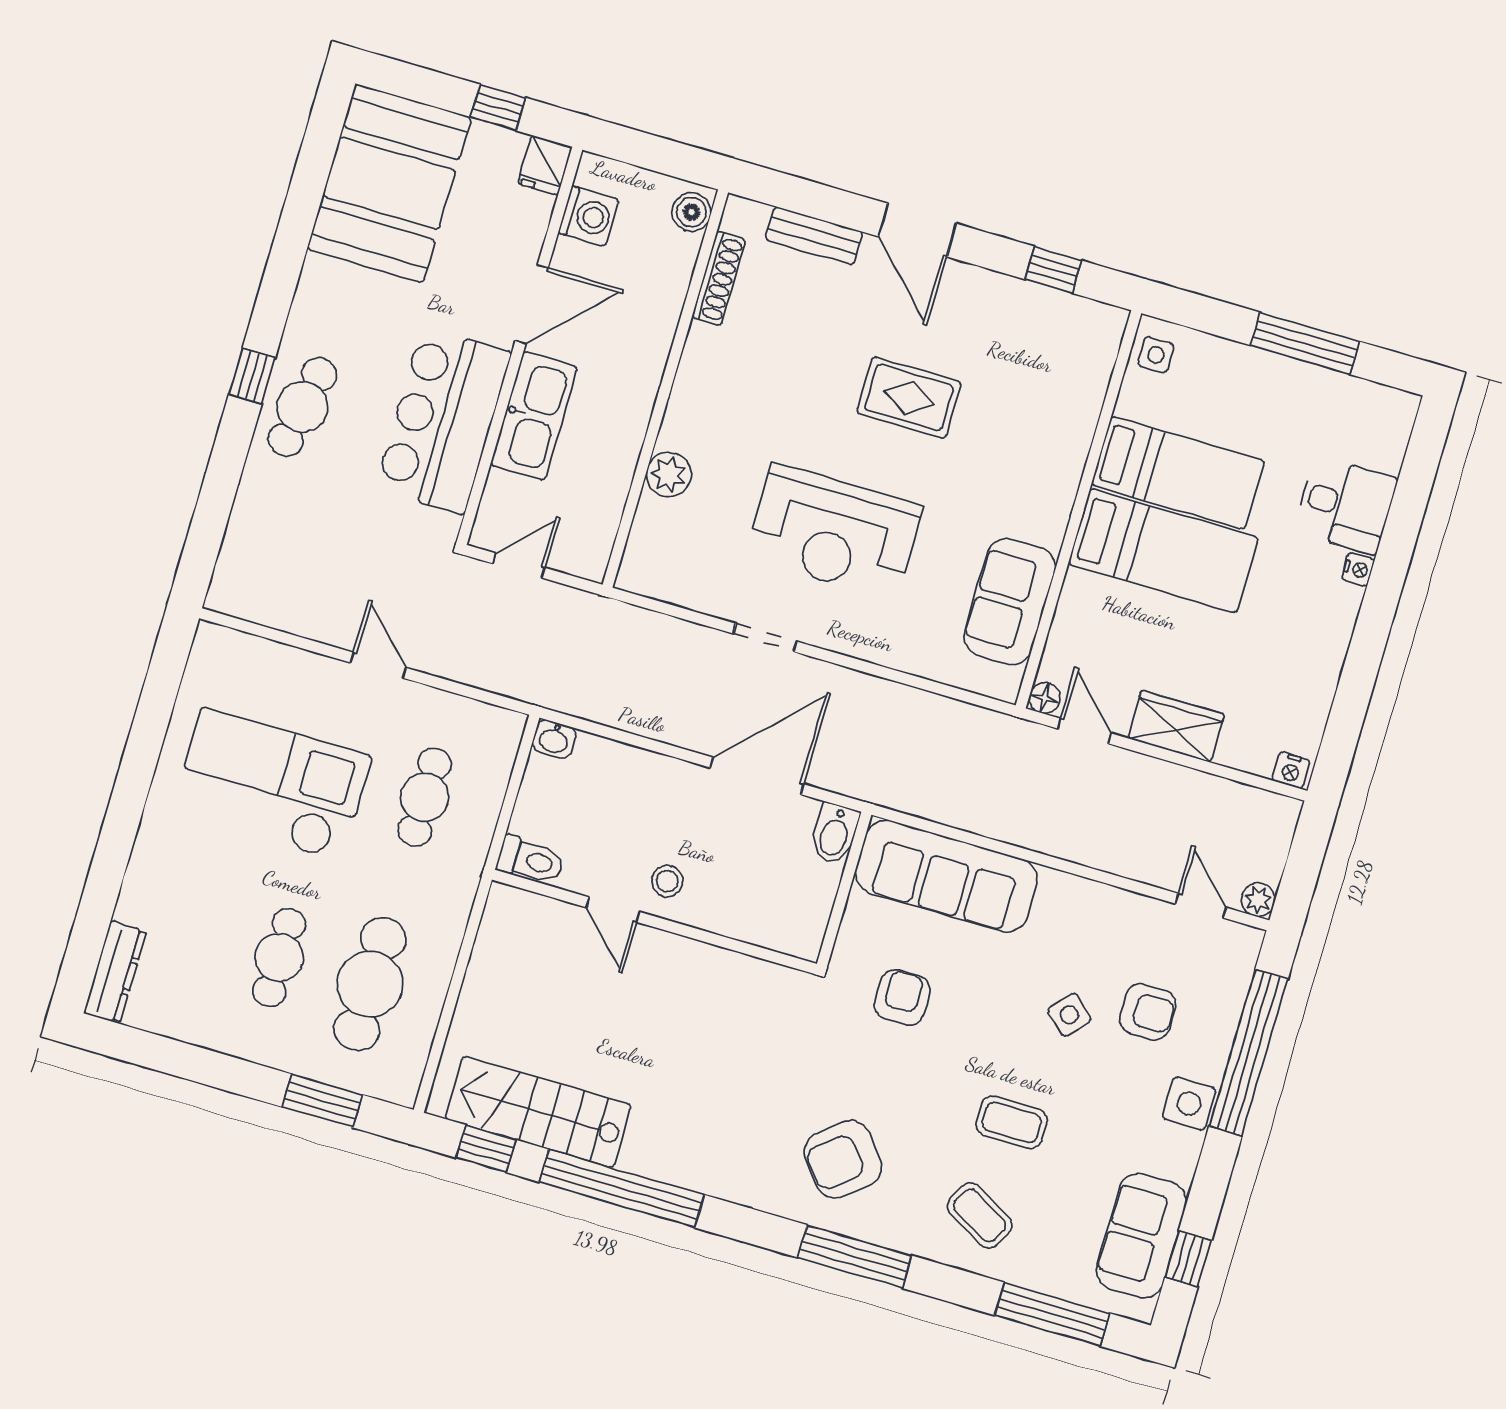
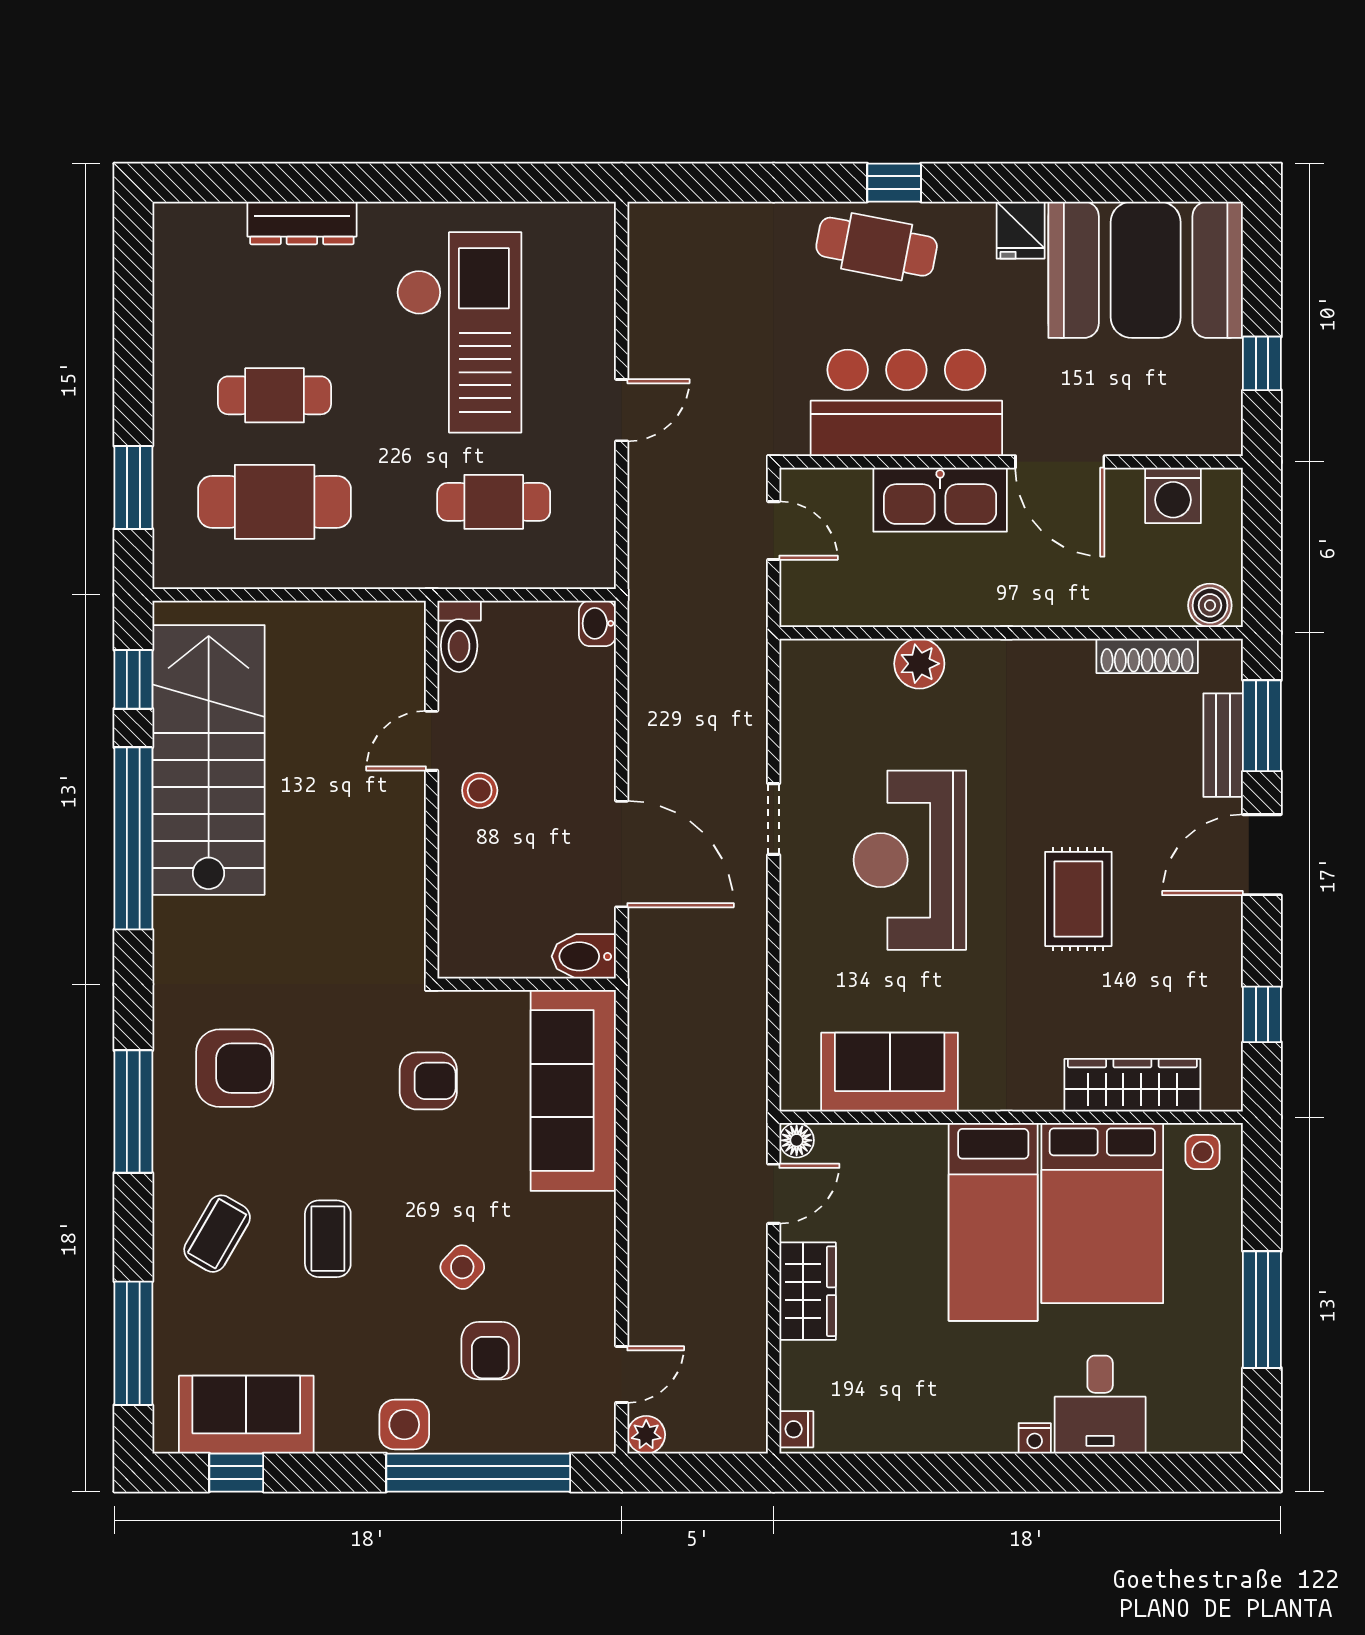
fridge: (545, 165) -> (1021, 230), moved, turned -90
window: (807, 198) -> (1262, 726), added
wardrobe: (1081, 398) -> (1132, 1085), added
bed: (1178, 473) -> (1102, 1213), width x1.50
dresser: (115, 972) -> (302, 223), moved
stairs: (538, 1112) -> (209, 760), width x1.36, depth x1.51
armchair: (843, 1159) -> (235, 1068), turned 129

